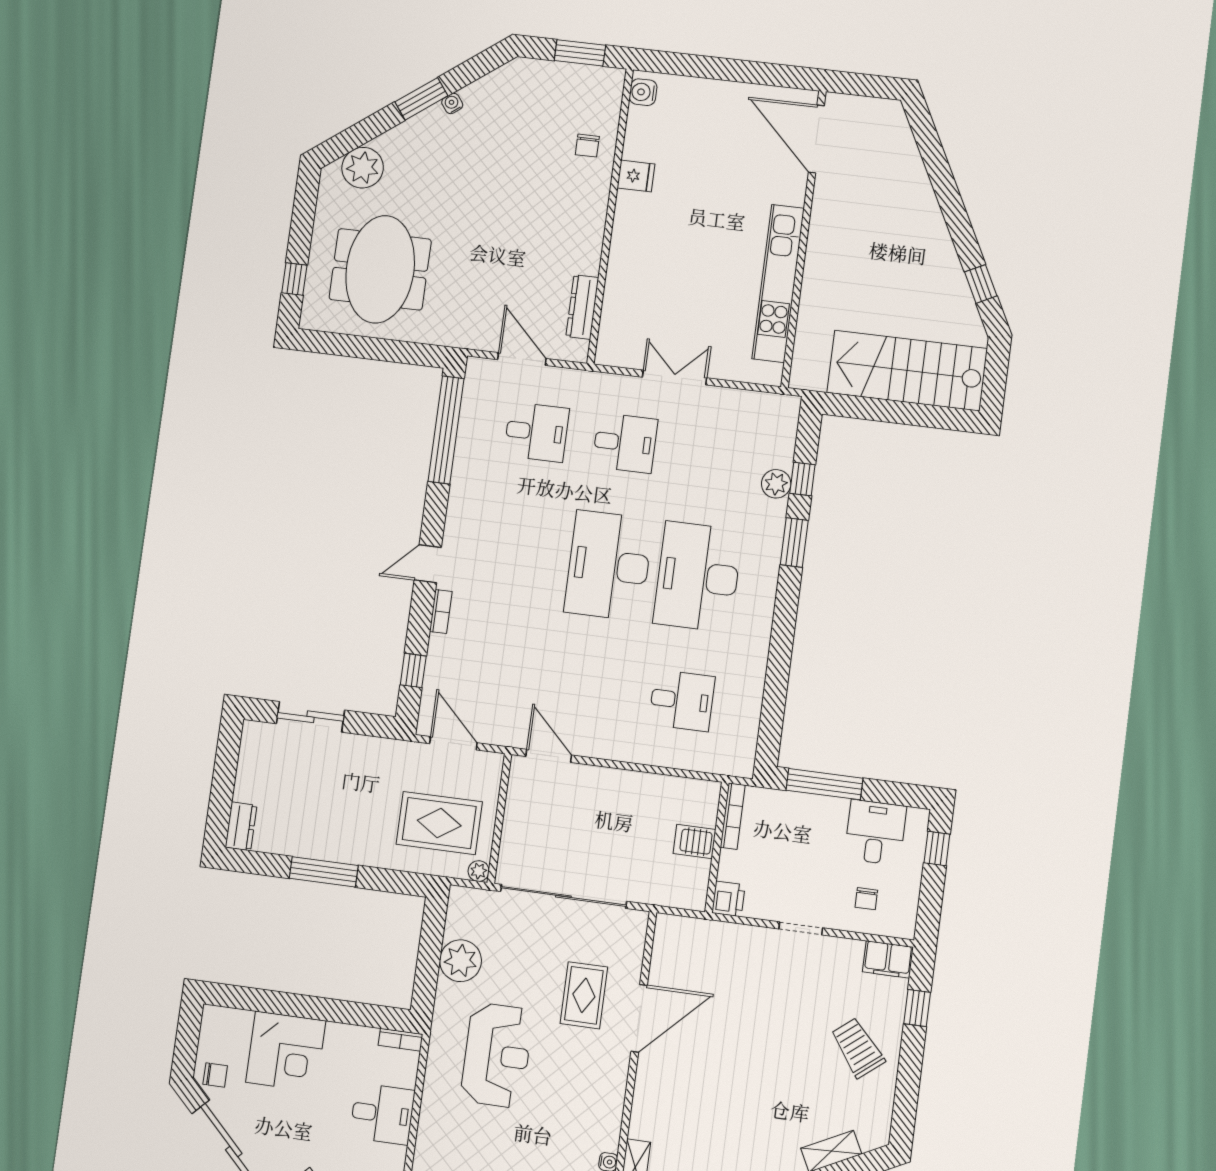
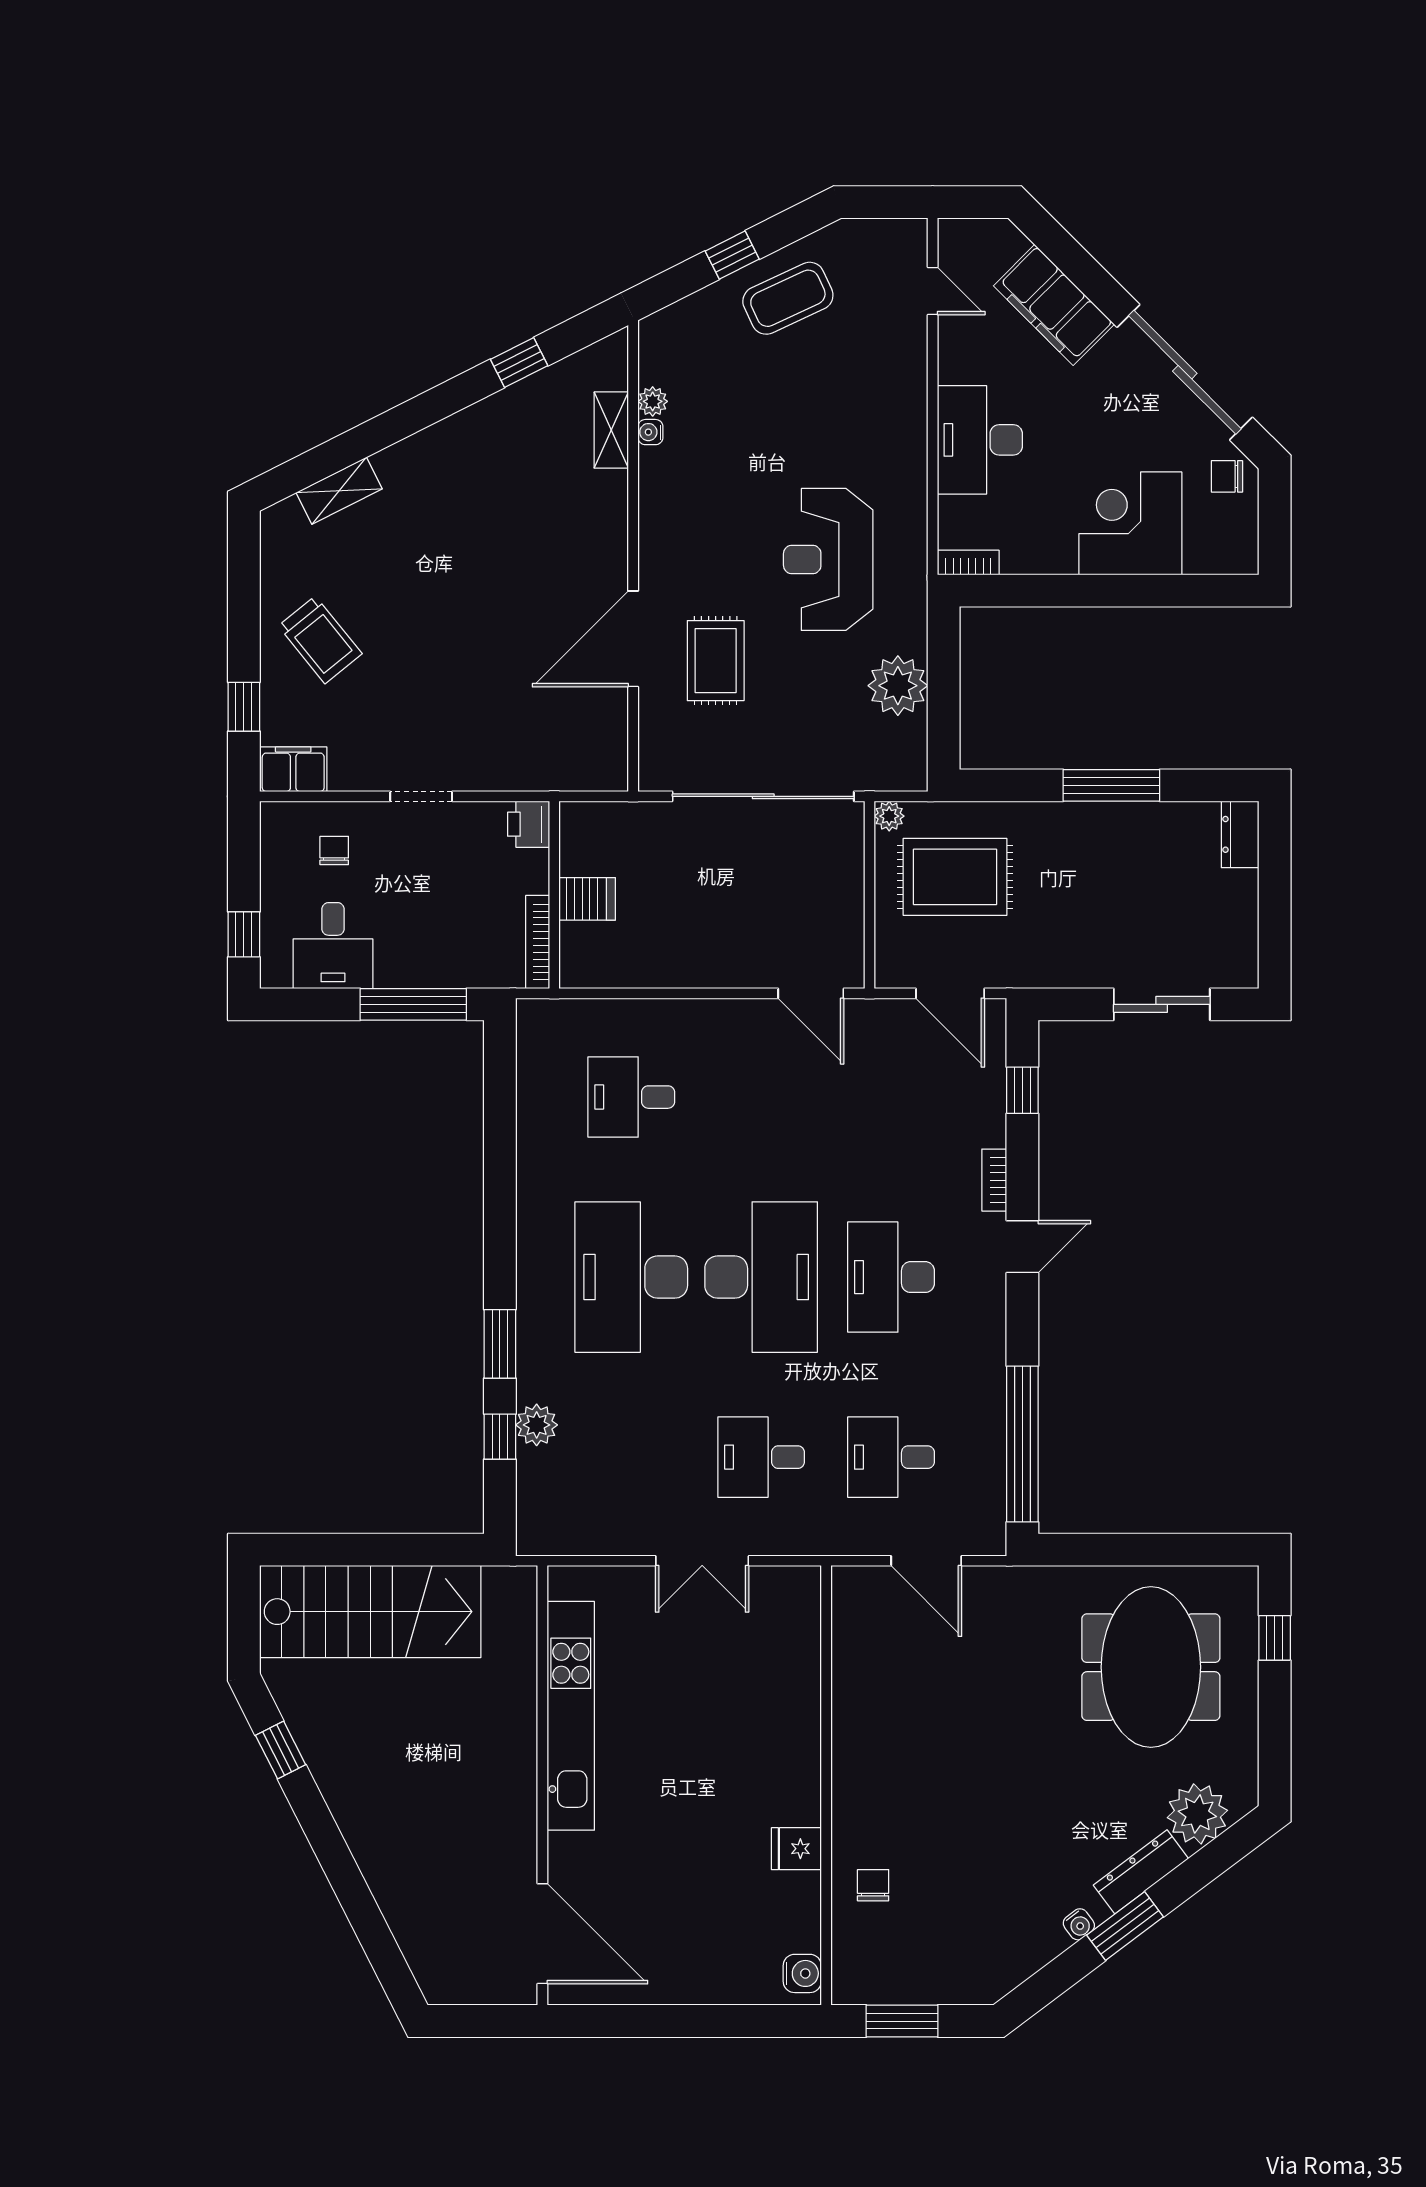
dresser: (582, 307) -> (1141, 1872), moved, turned -127
desk: (520, 554) -> (891, 1277), added
desk: (698, 577) -> (631, 1277), turned 180
desk: (382, 1114) -> (980, 440), width x1.37

